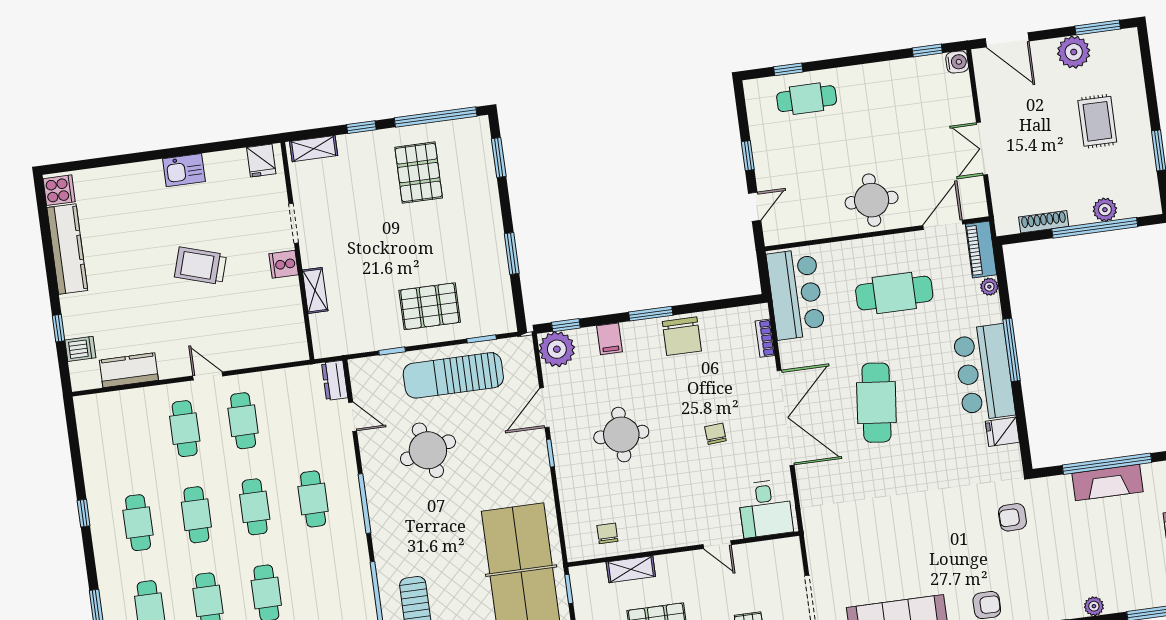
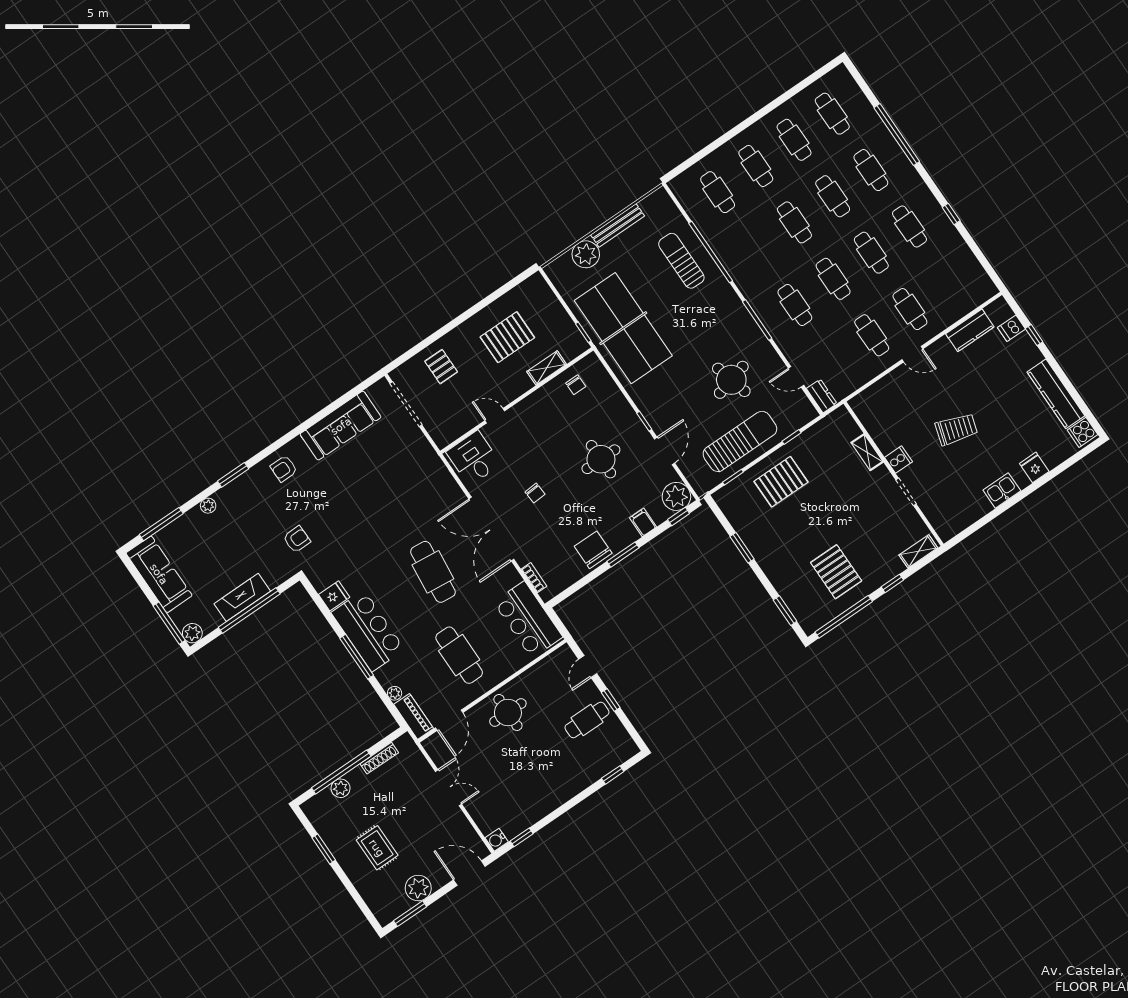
cafe table: (807, 99) -> (587, 720), moved
fridge: (261, 161) -> (1034, 467), moved
cafe table: (894, 293) -> (459, 655), turned 90

